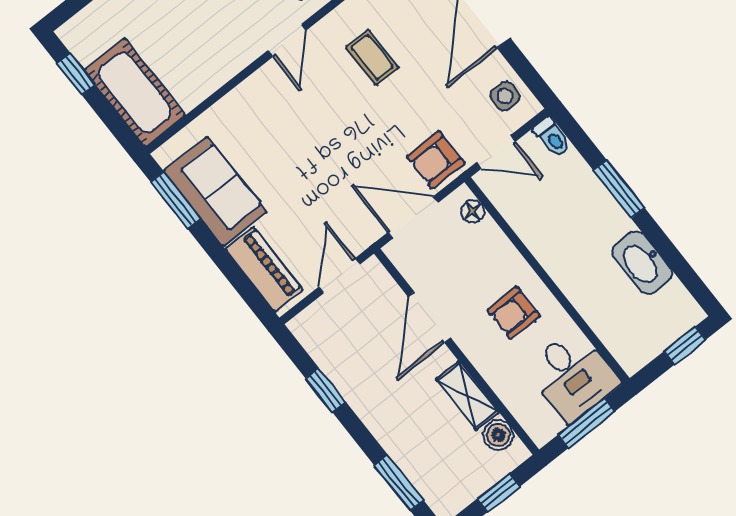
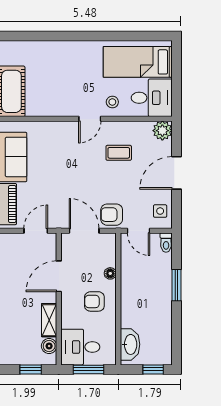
coffee table: (372, 57) -> (119, 153), turned 90
floor lamp: (473, 211) -> (110, 273), moved
washbasin: (642, 263) -> (130, 344), moved, turned 180
desk: (573, 375) -> (80, 347), moved, turned 90

